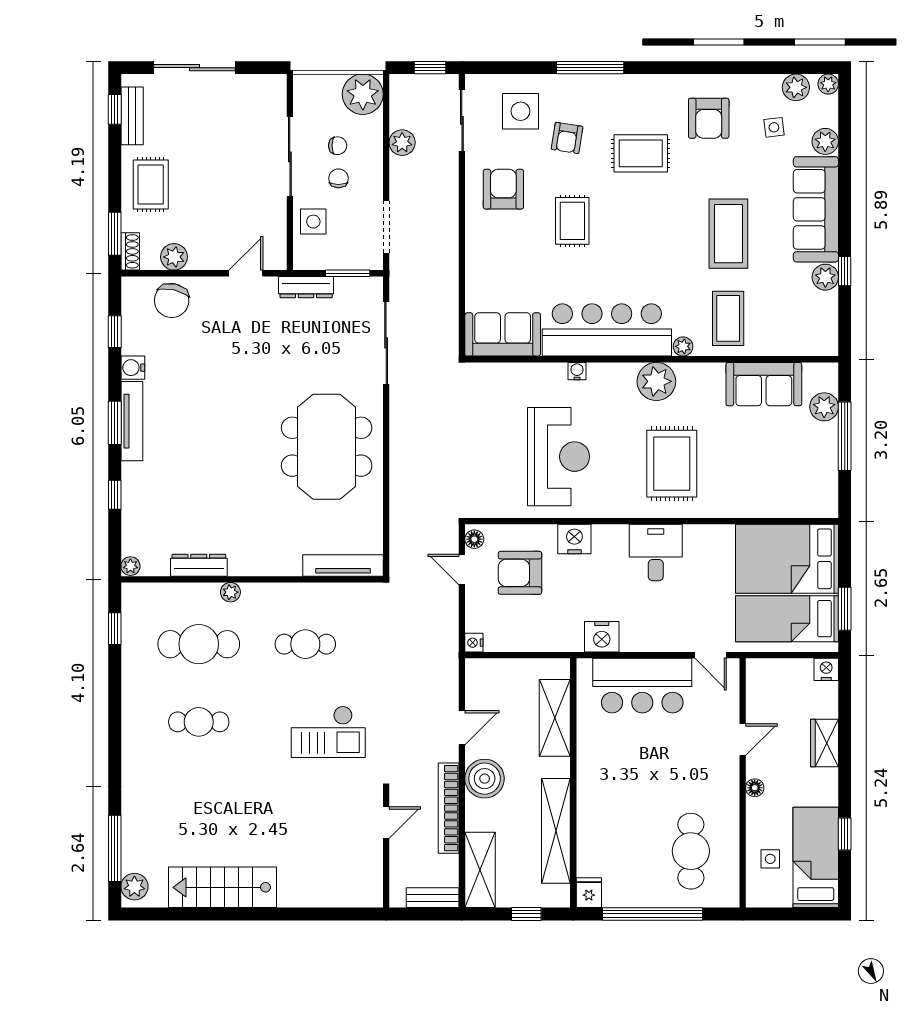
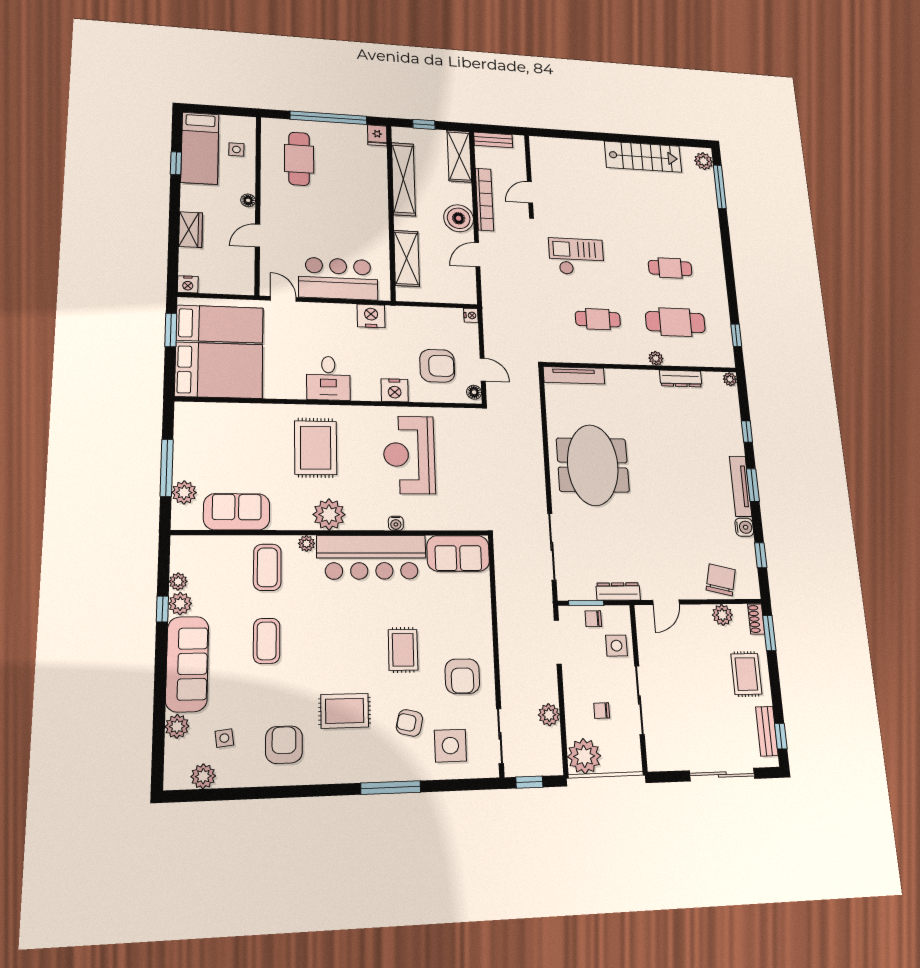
plant: (828, 84) -> (178, 582), moved
armchair: (567, 138) -> (409, 723), turned -86
chair: (338, 178) -> (593, 619), moved, turned 90
coffee table: (728, 234) -> (267, 641), width x0.73, depth x0.76

